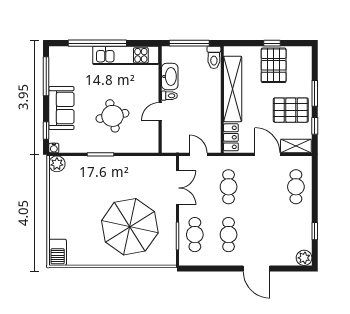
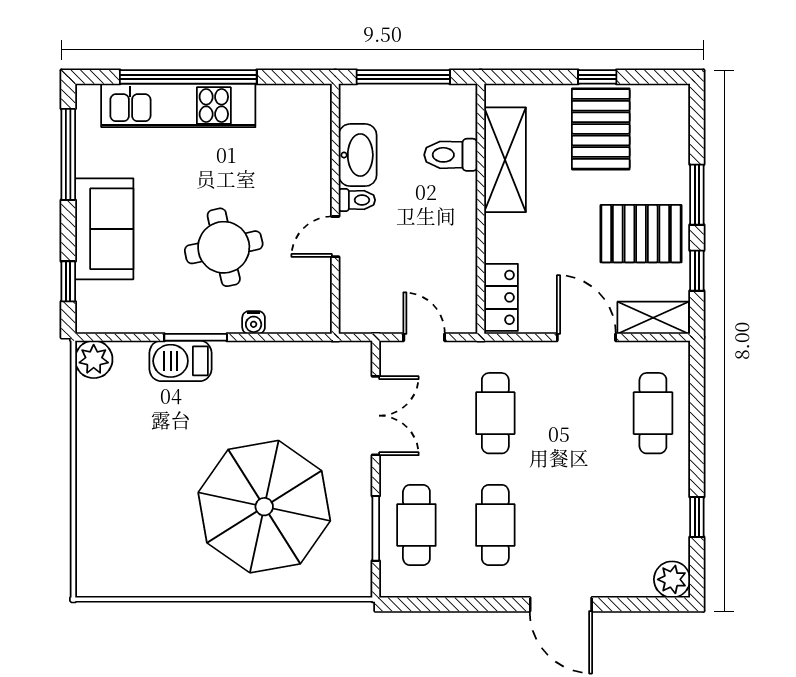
kitchen unit: (126, 55) -> (178, 105), moved
toilet: (214, 57) -> (451, 155), moved, turned 90
shelving: (233, 89) -> (505, 160), width x0.68
water cooler: (54, 148) -> (254, 322), moved
barbecue: (58, 252) -> (180, 361), moved, turned 90

